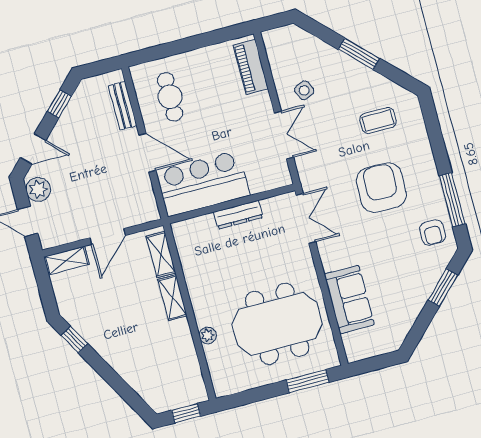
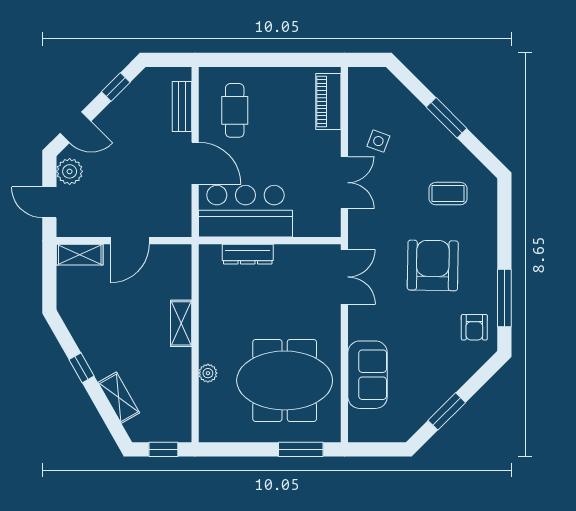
side table: (304, 90) -> (378, 141), turned 45
dresser: (238, 215) -> (248, 254), moved
shelving: (161, 255) -> (119, 398), moved, turned -30
window: (443, 288) -> (447, 411), moved
window: (74, 339) -> (82, 368), moved

